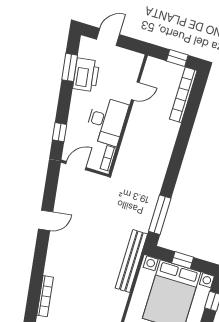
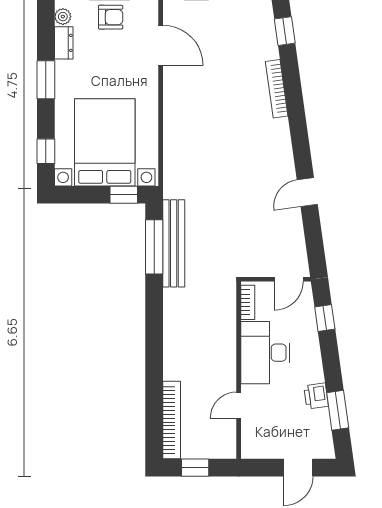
printer: (86, 75) -> (316, 396), width x0.53, depth x0.68
window: (183, 260) -> (124, 195), moved
bench: (131, 261) -> (174, 243), moved

